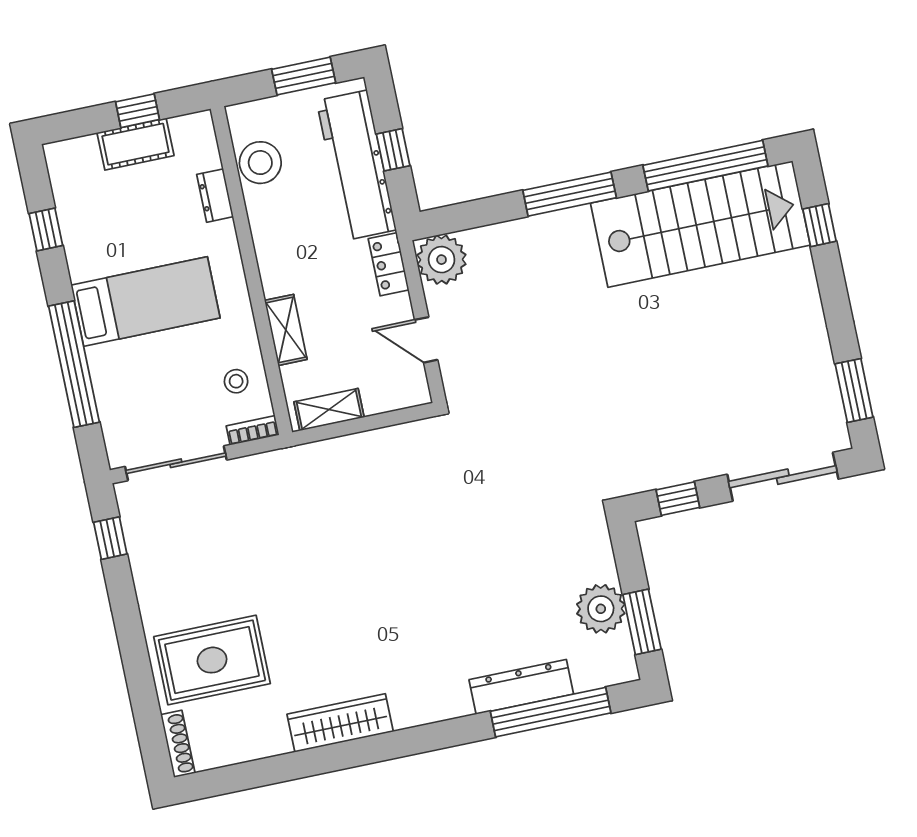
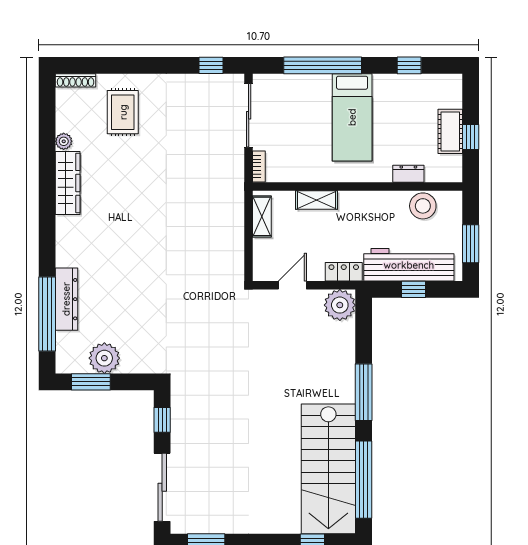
stool: (236, 381) -> (291, 163), removed
rug: (212, 660) -> (123, 112), width x0.73, depth x0.70
plant: (277, 742) -> (64, 141), added

